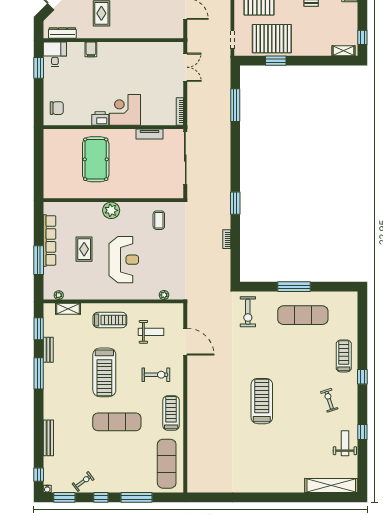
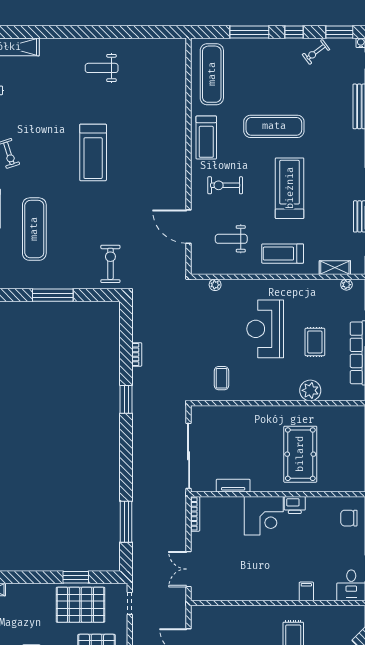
dresser: (62, 33) -> (342, 612), removed
plant: (111, 210) -> (310, 390), moved
exercise mat: (303, 315) -> (34, 229), moved, turned 90
weight bench: (255, 469) -> (102, 68), added

